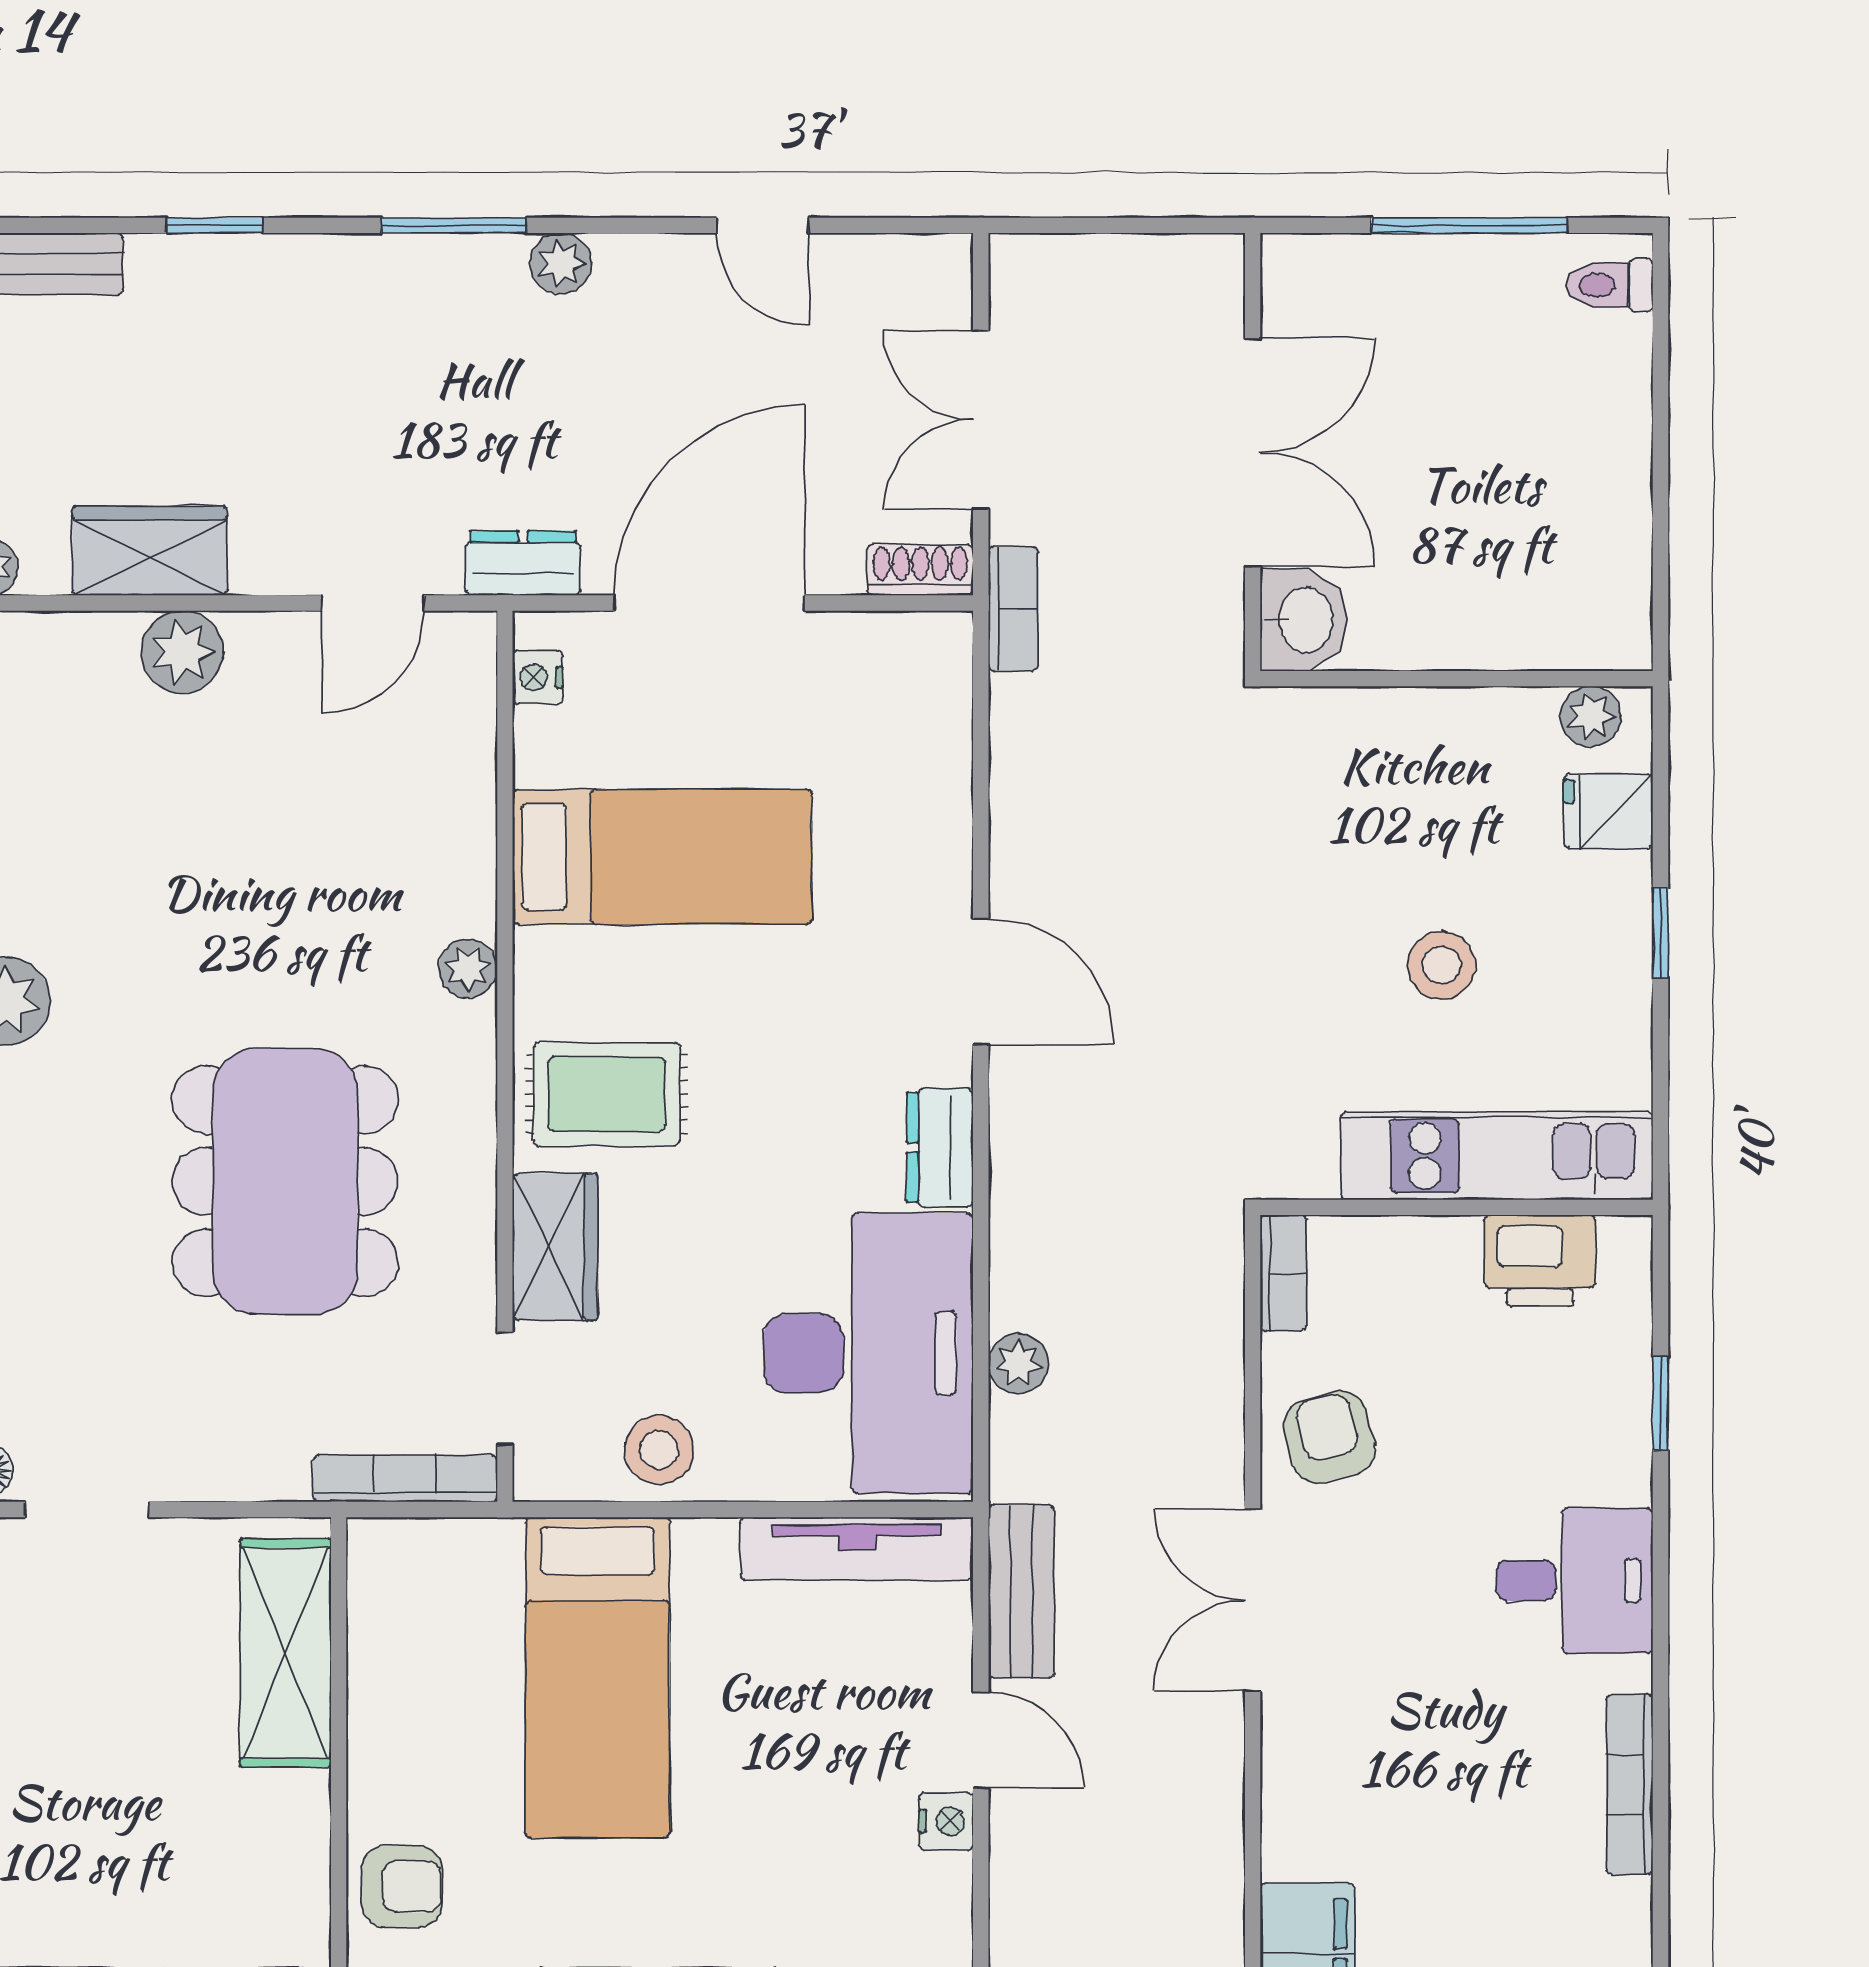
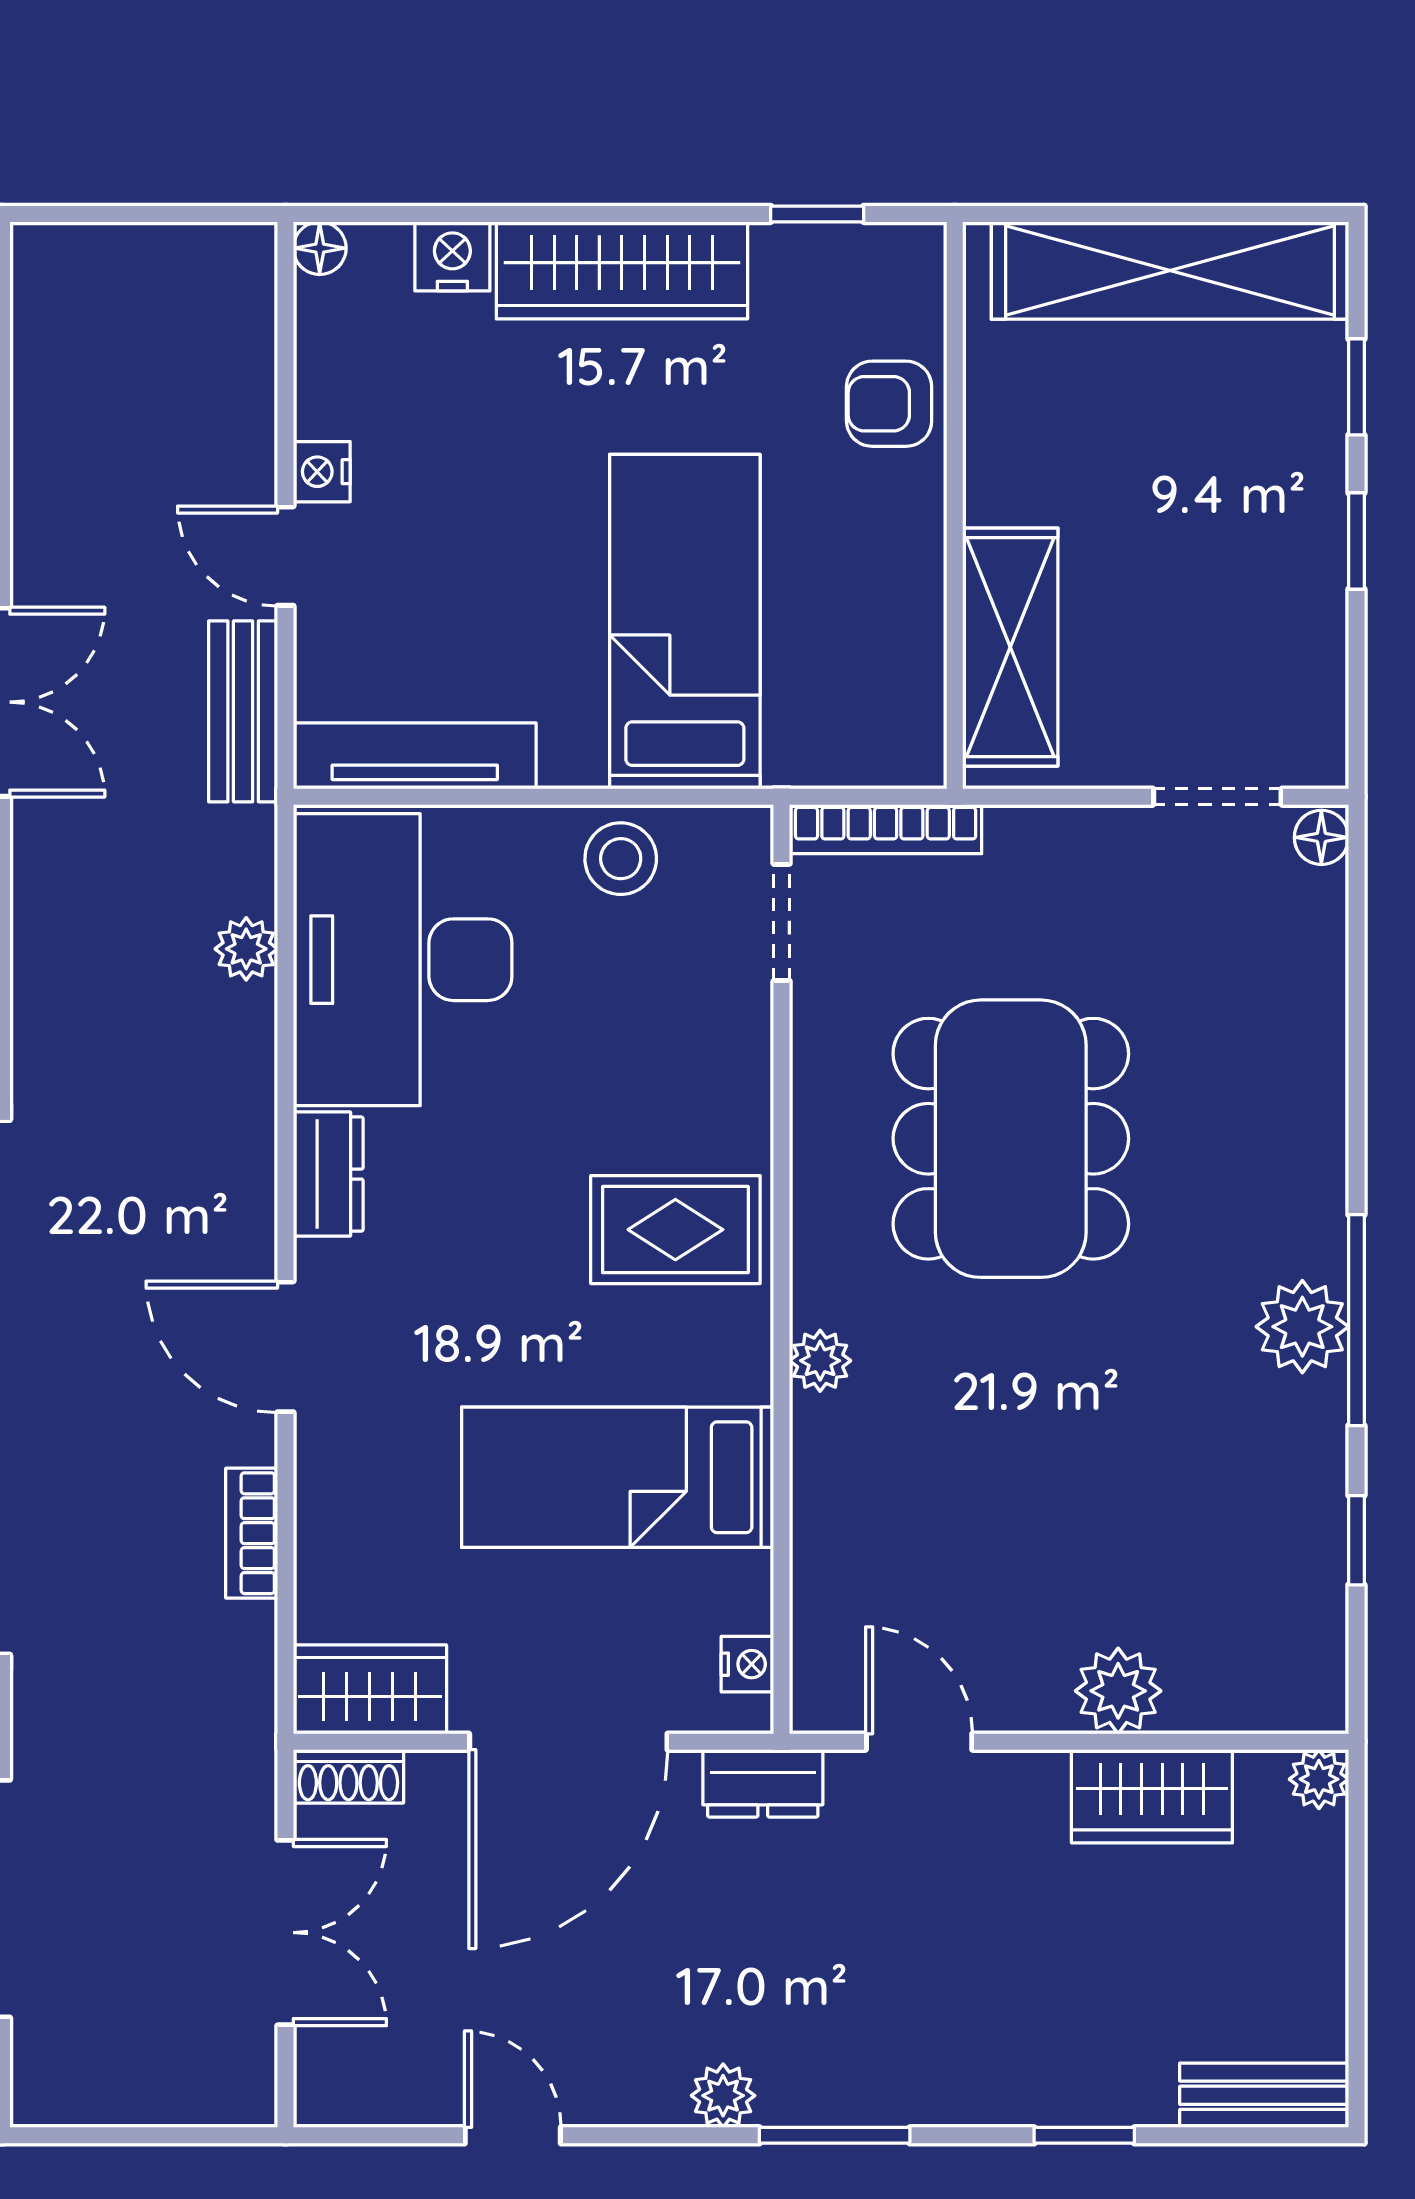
door: (373, 603) -> (919, 1742), hinge flipped
bookcase: (1013, 609) -> (252, 1533), moved
wardrobe: (555, 1247) -> (370, 1689), moved, turned 90

